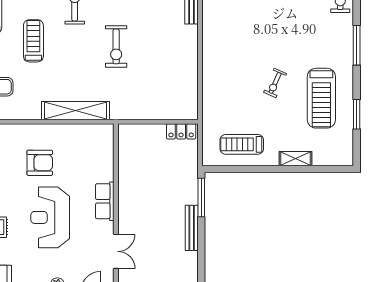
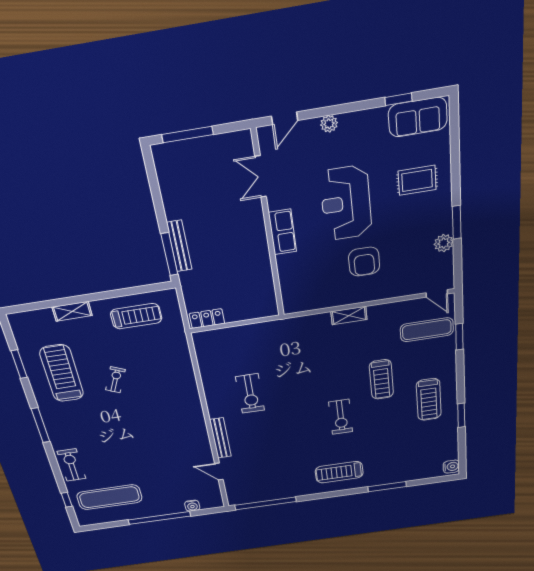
exercise bike: (116, 46) -> (250, 394), moved, turned 180
shelving: (76, 111) -> (349, 316), width x0.45, depth x0.75
armchair: (40, 163) -> (364, 262), turned -90
reception desk: (50, 217) -> (346, 203), turned 180
bench: (192, 228) -> (179, 246), moved

